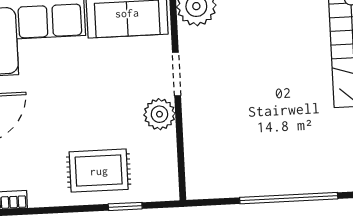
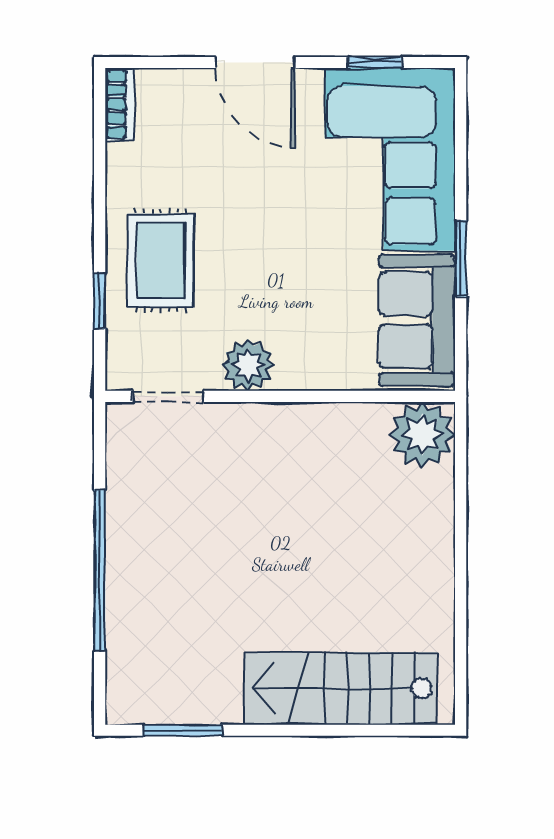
doorway: (177, 74) -> (168, 396), moved

